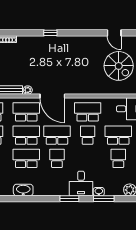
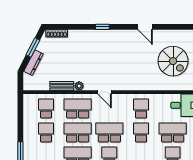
door: (114, 33) -> (145, 27), moved
door: (52, 96) -> (105, 92), width x0.53
school desk: (88, 112) -> (141, 109), width x0.54

